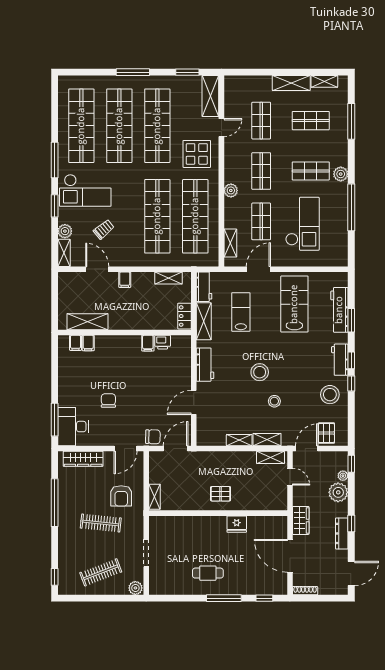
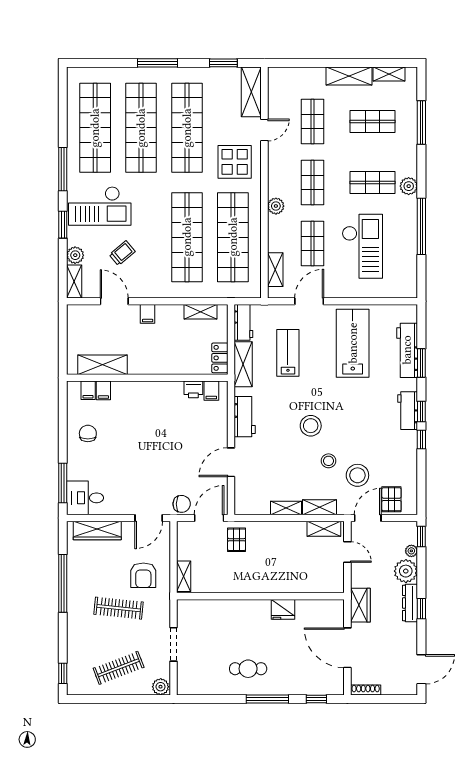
filing cabinet: (148, 343) -> (211, 391), moved
stool: (330, 395) -> (357, 475), moved
chair: (108, 401) -> (88, 433), moved
desk: (73, 427) -> (85, 498), width x0.73
pallet: (221, 494) -> (237, 540), moved, turned 90
dresser: (342, 533) -> (410, 603), moved

